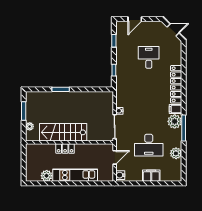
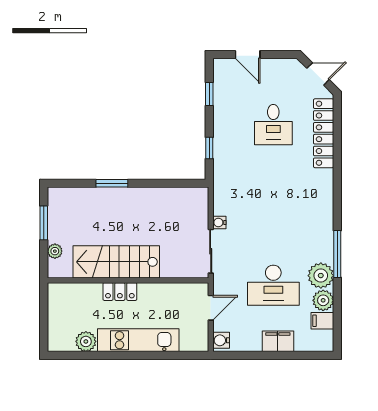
door: (135, 19) -> (248, 54), hinge flipped
desk: (149, 57) -> (273, 125), turned 180
locker: (176, 84) -> (324, 133), moved
filing cabinet: (175, 109) -> (322, 321), moved
plant: (175, 121) -> (321, 276), moved

